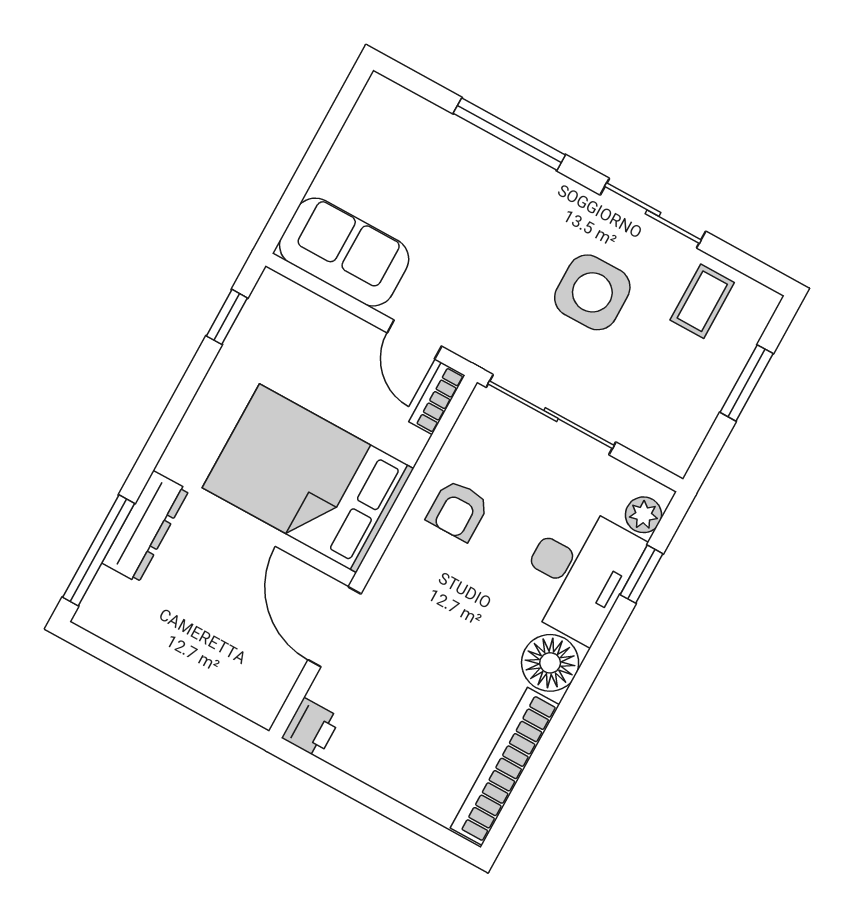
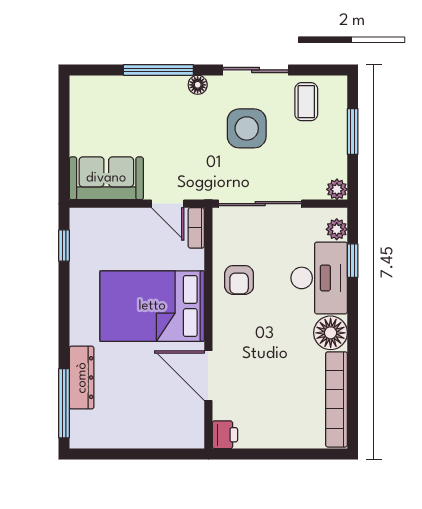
floor lamp: (555, 188) -> (198, 85), added
plant: (676, 456) -> (337, 189), added

